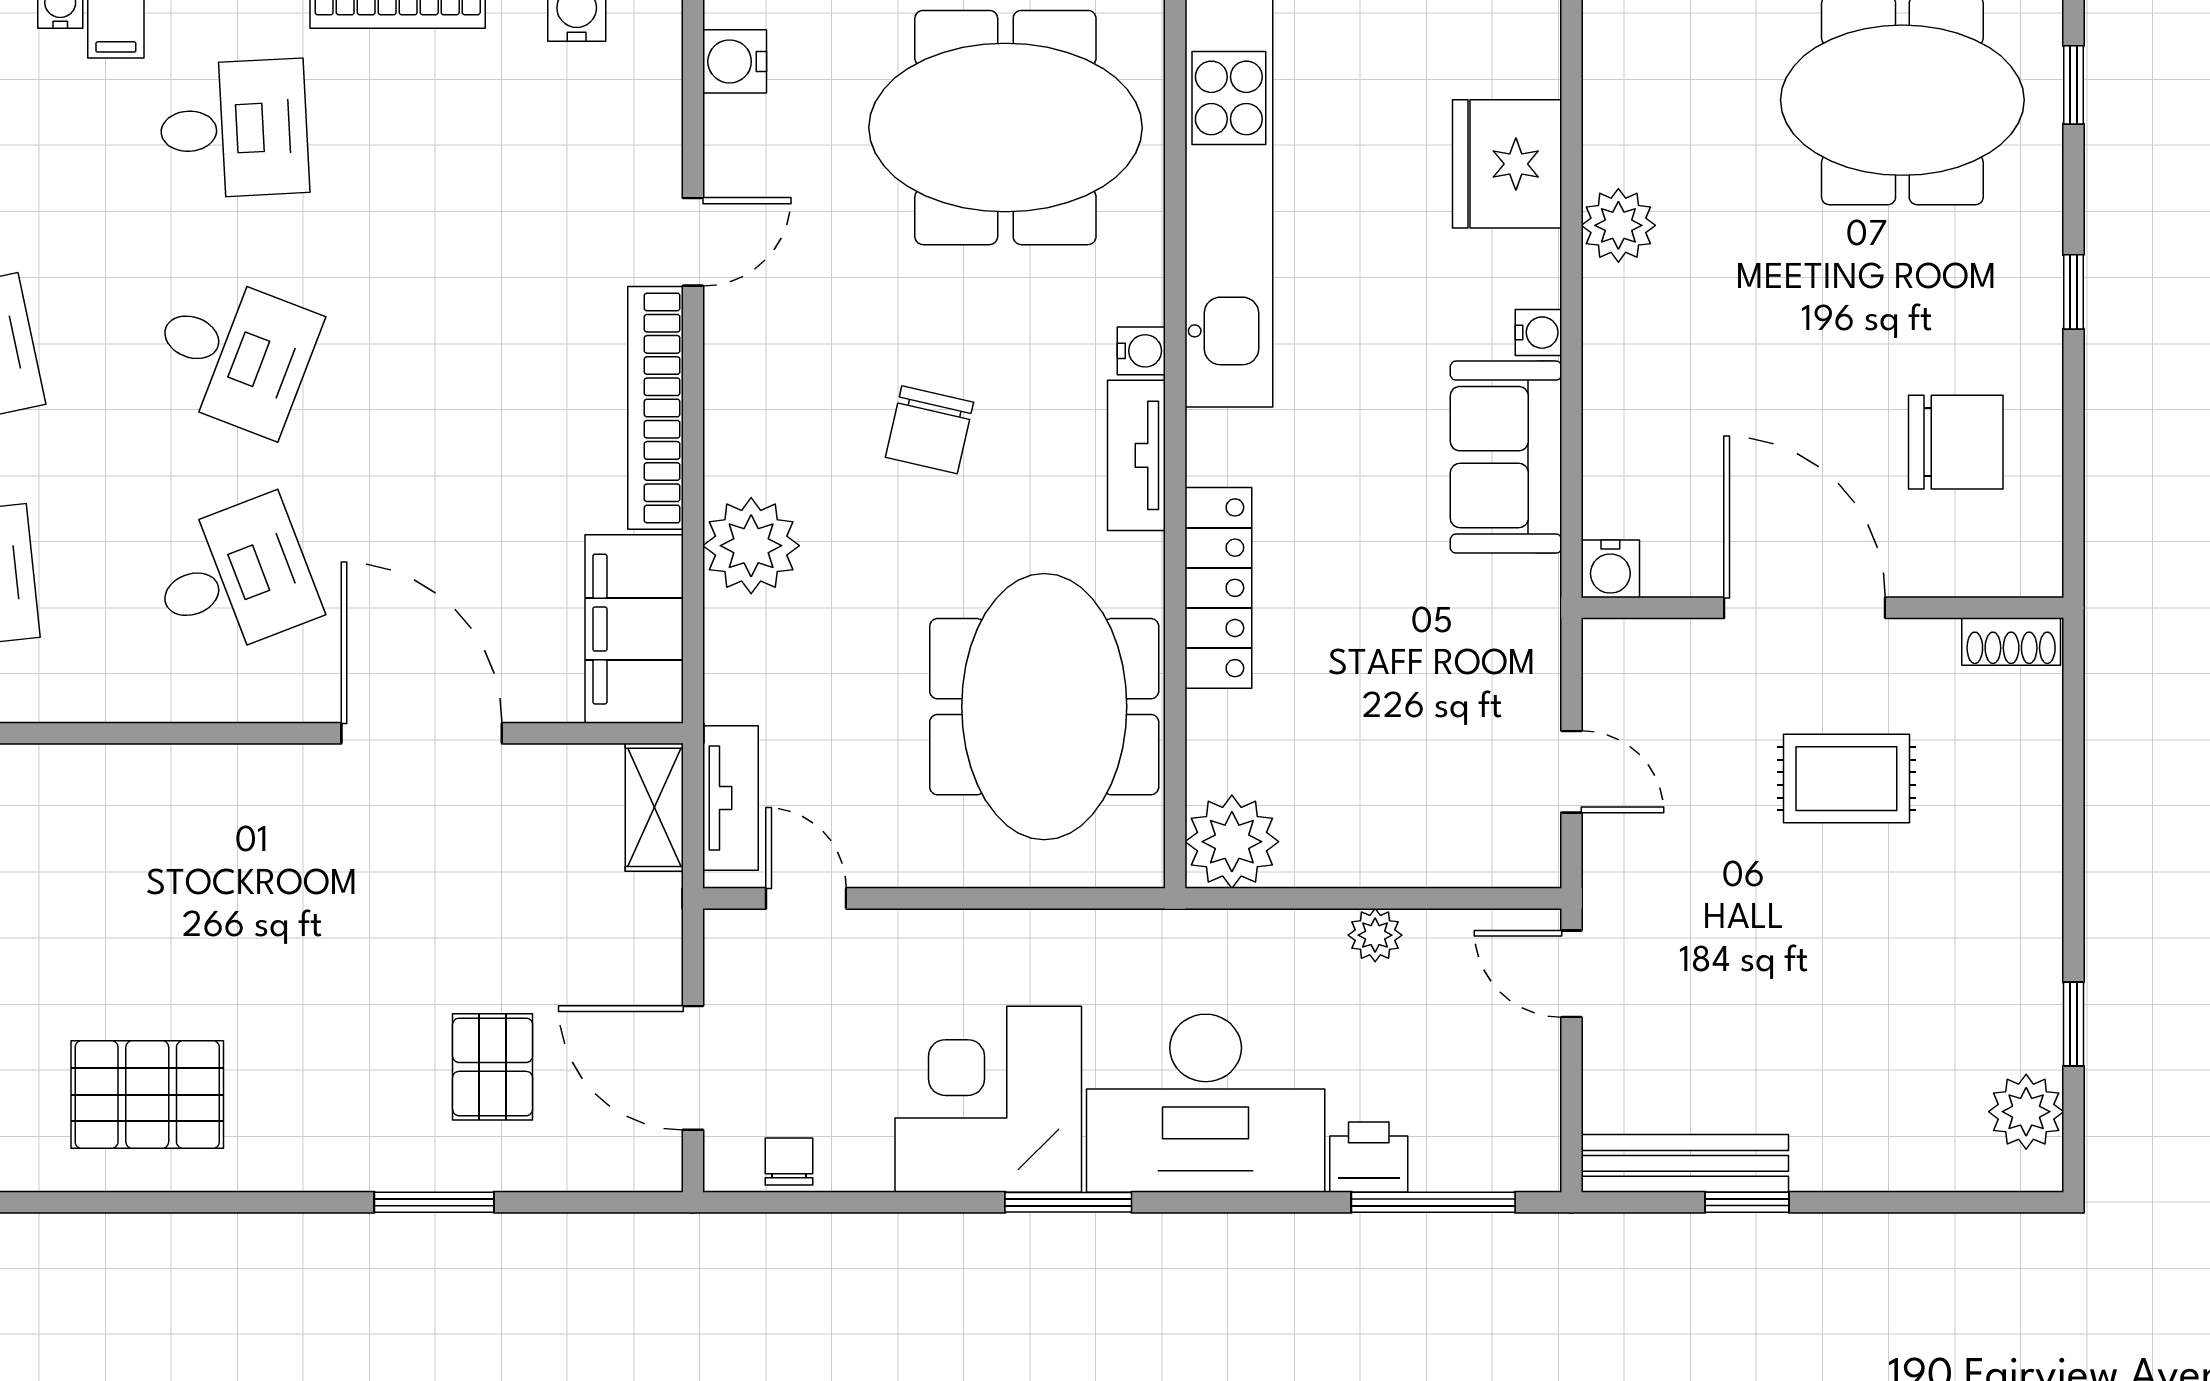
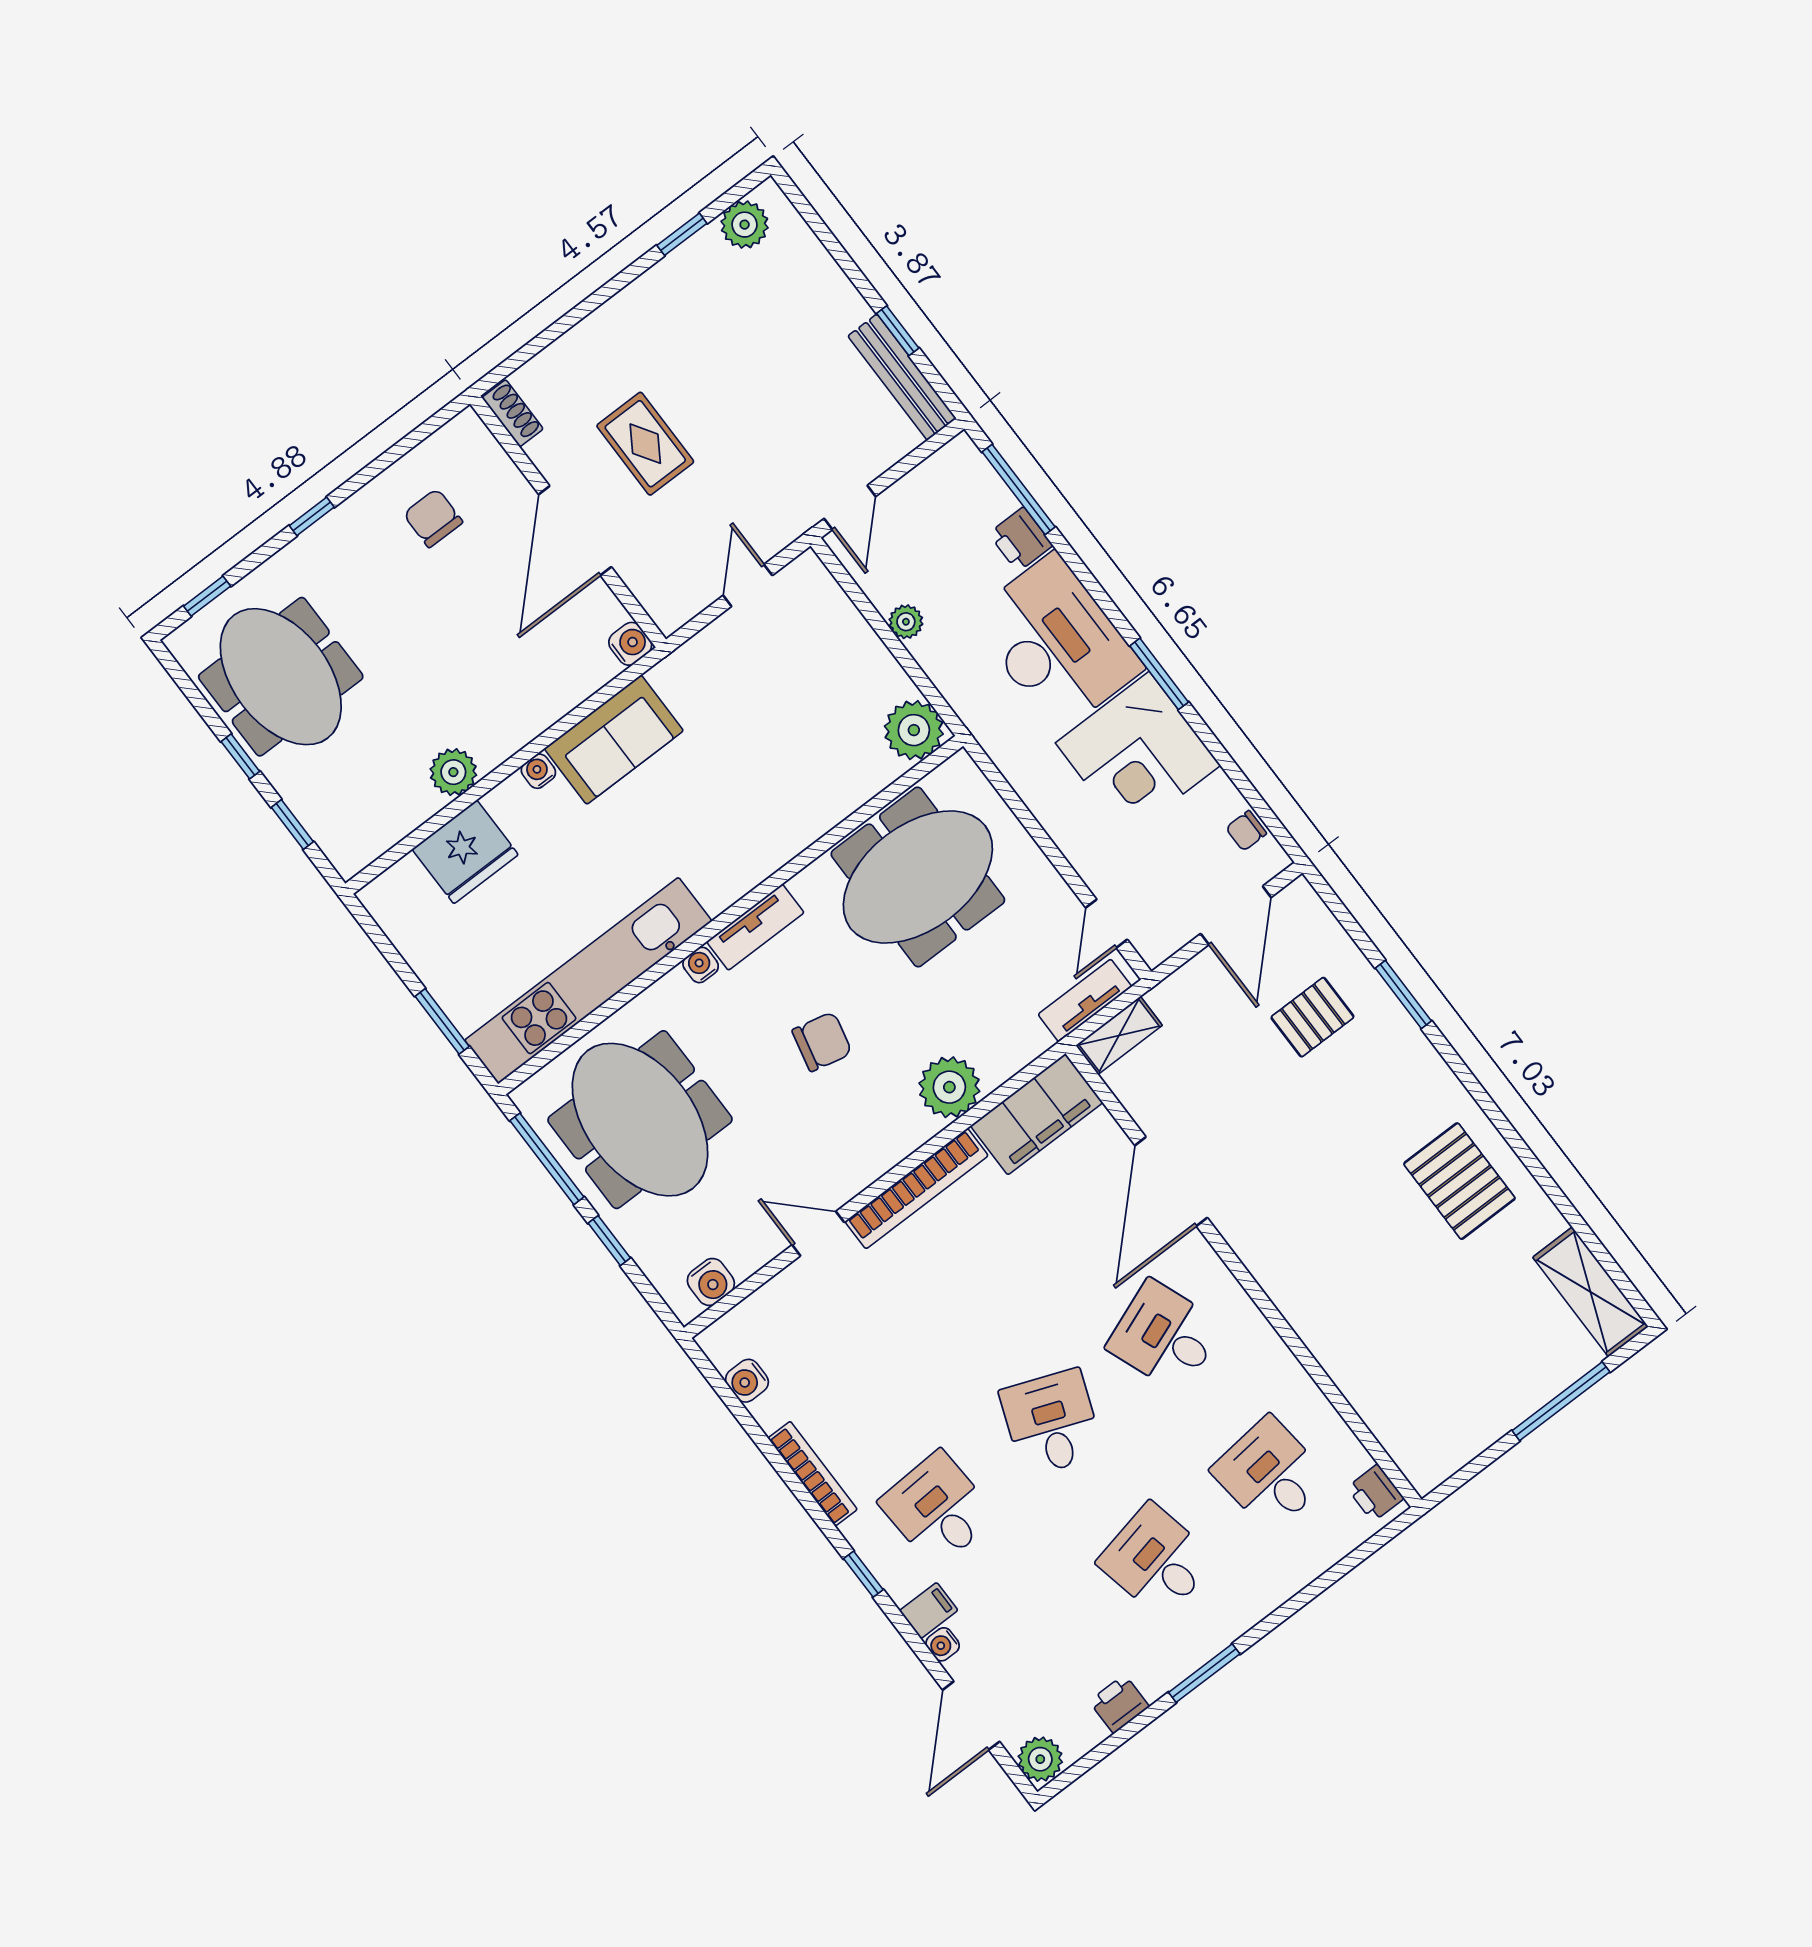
chair: (1956, 442) -> (433, 518), width x0.73, depth x0.73
locker: (1218, 588) -> (791, 835), removed

